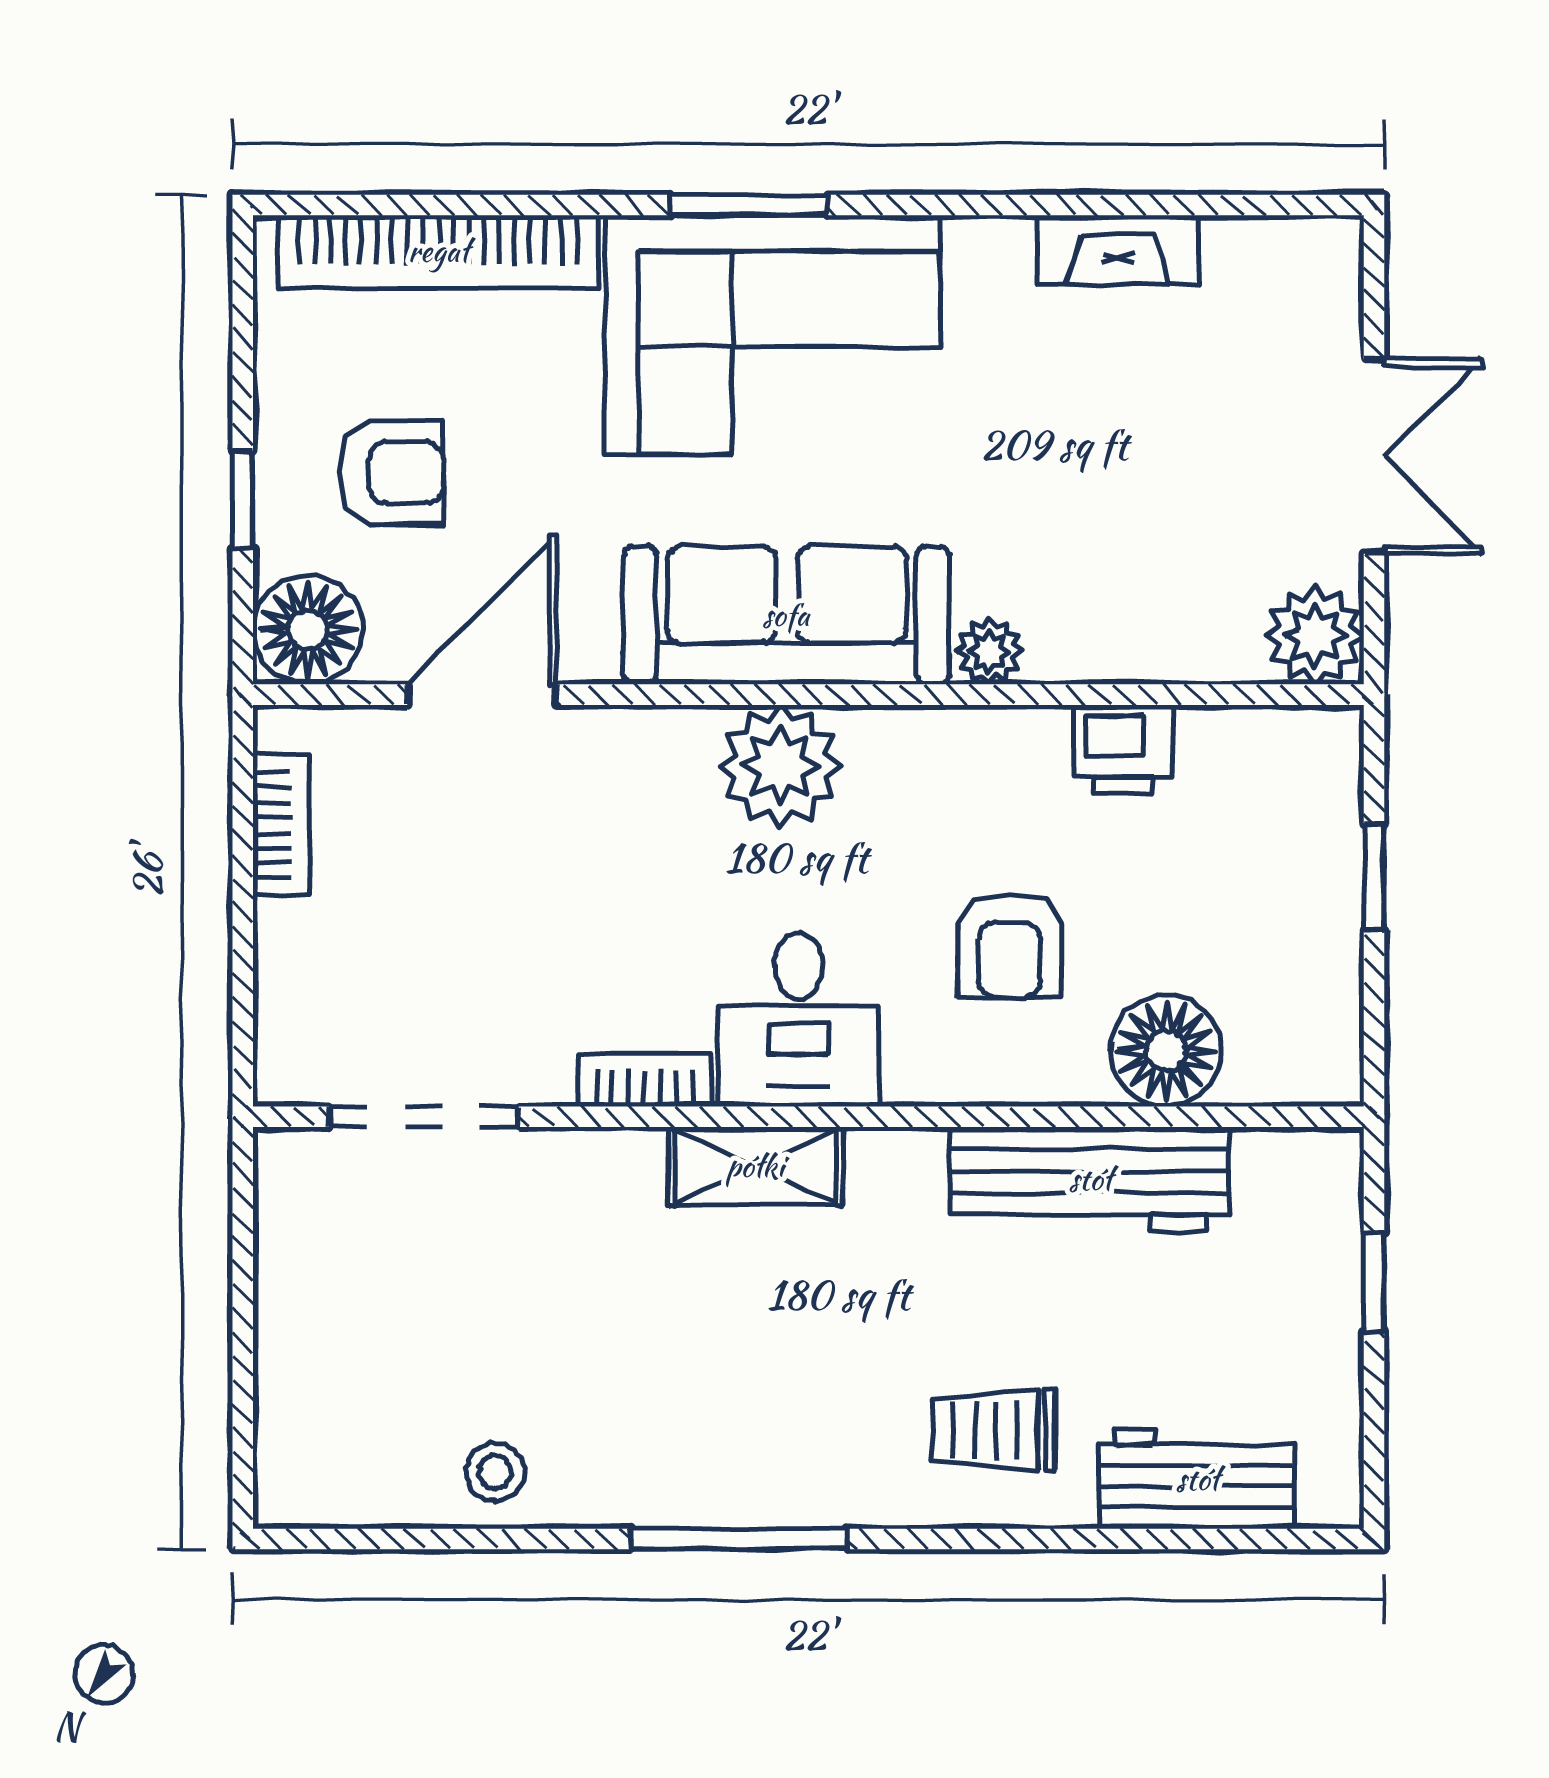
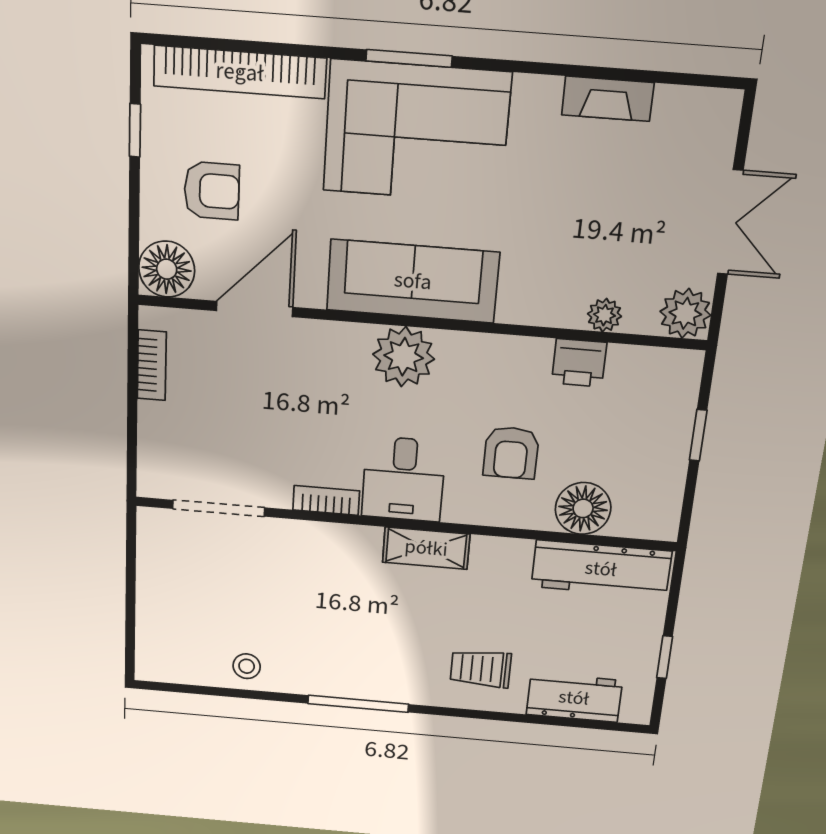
window: (243, 500) -> (135, 130), moved
plant: (989, 652) -> (604, 315), moved
shelving: (755, 1166) -> (426, 548), moved
workbench: (1090, 1179) -> (601, 569), moved
window: (1374, 1282) -> (665, 657), moved

